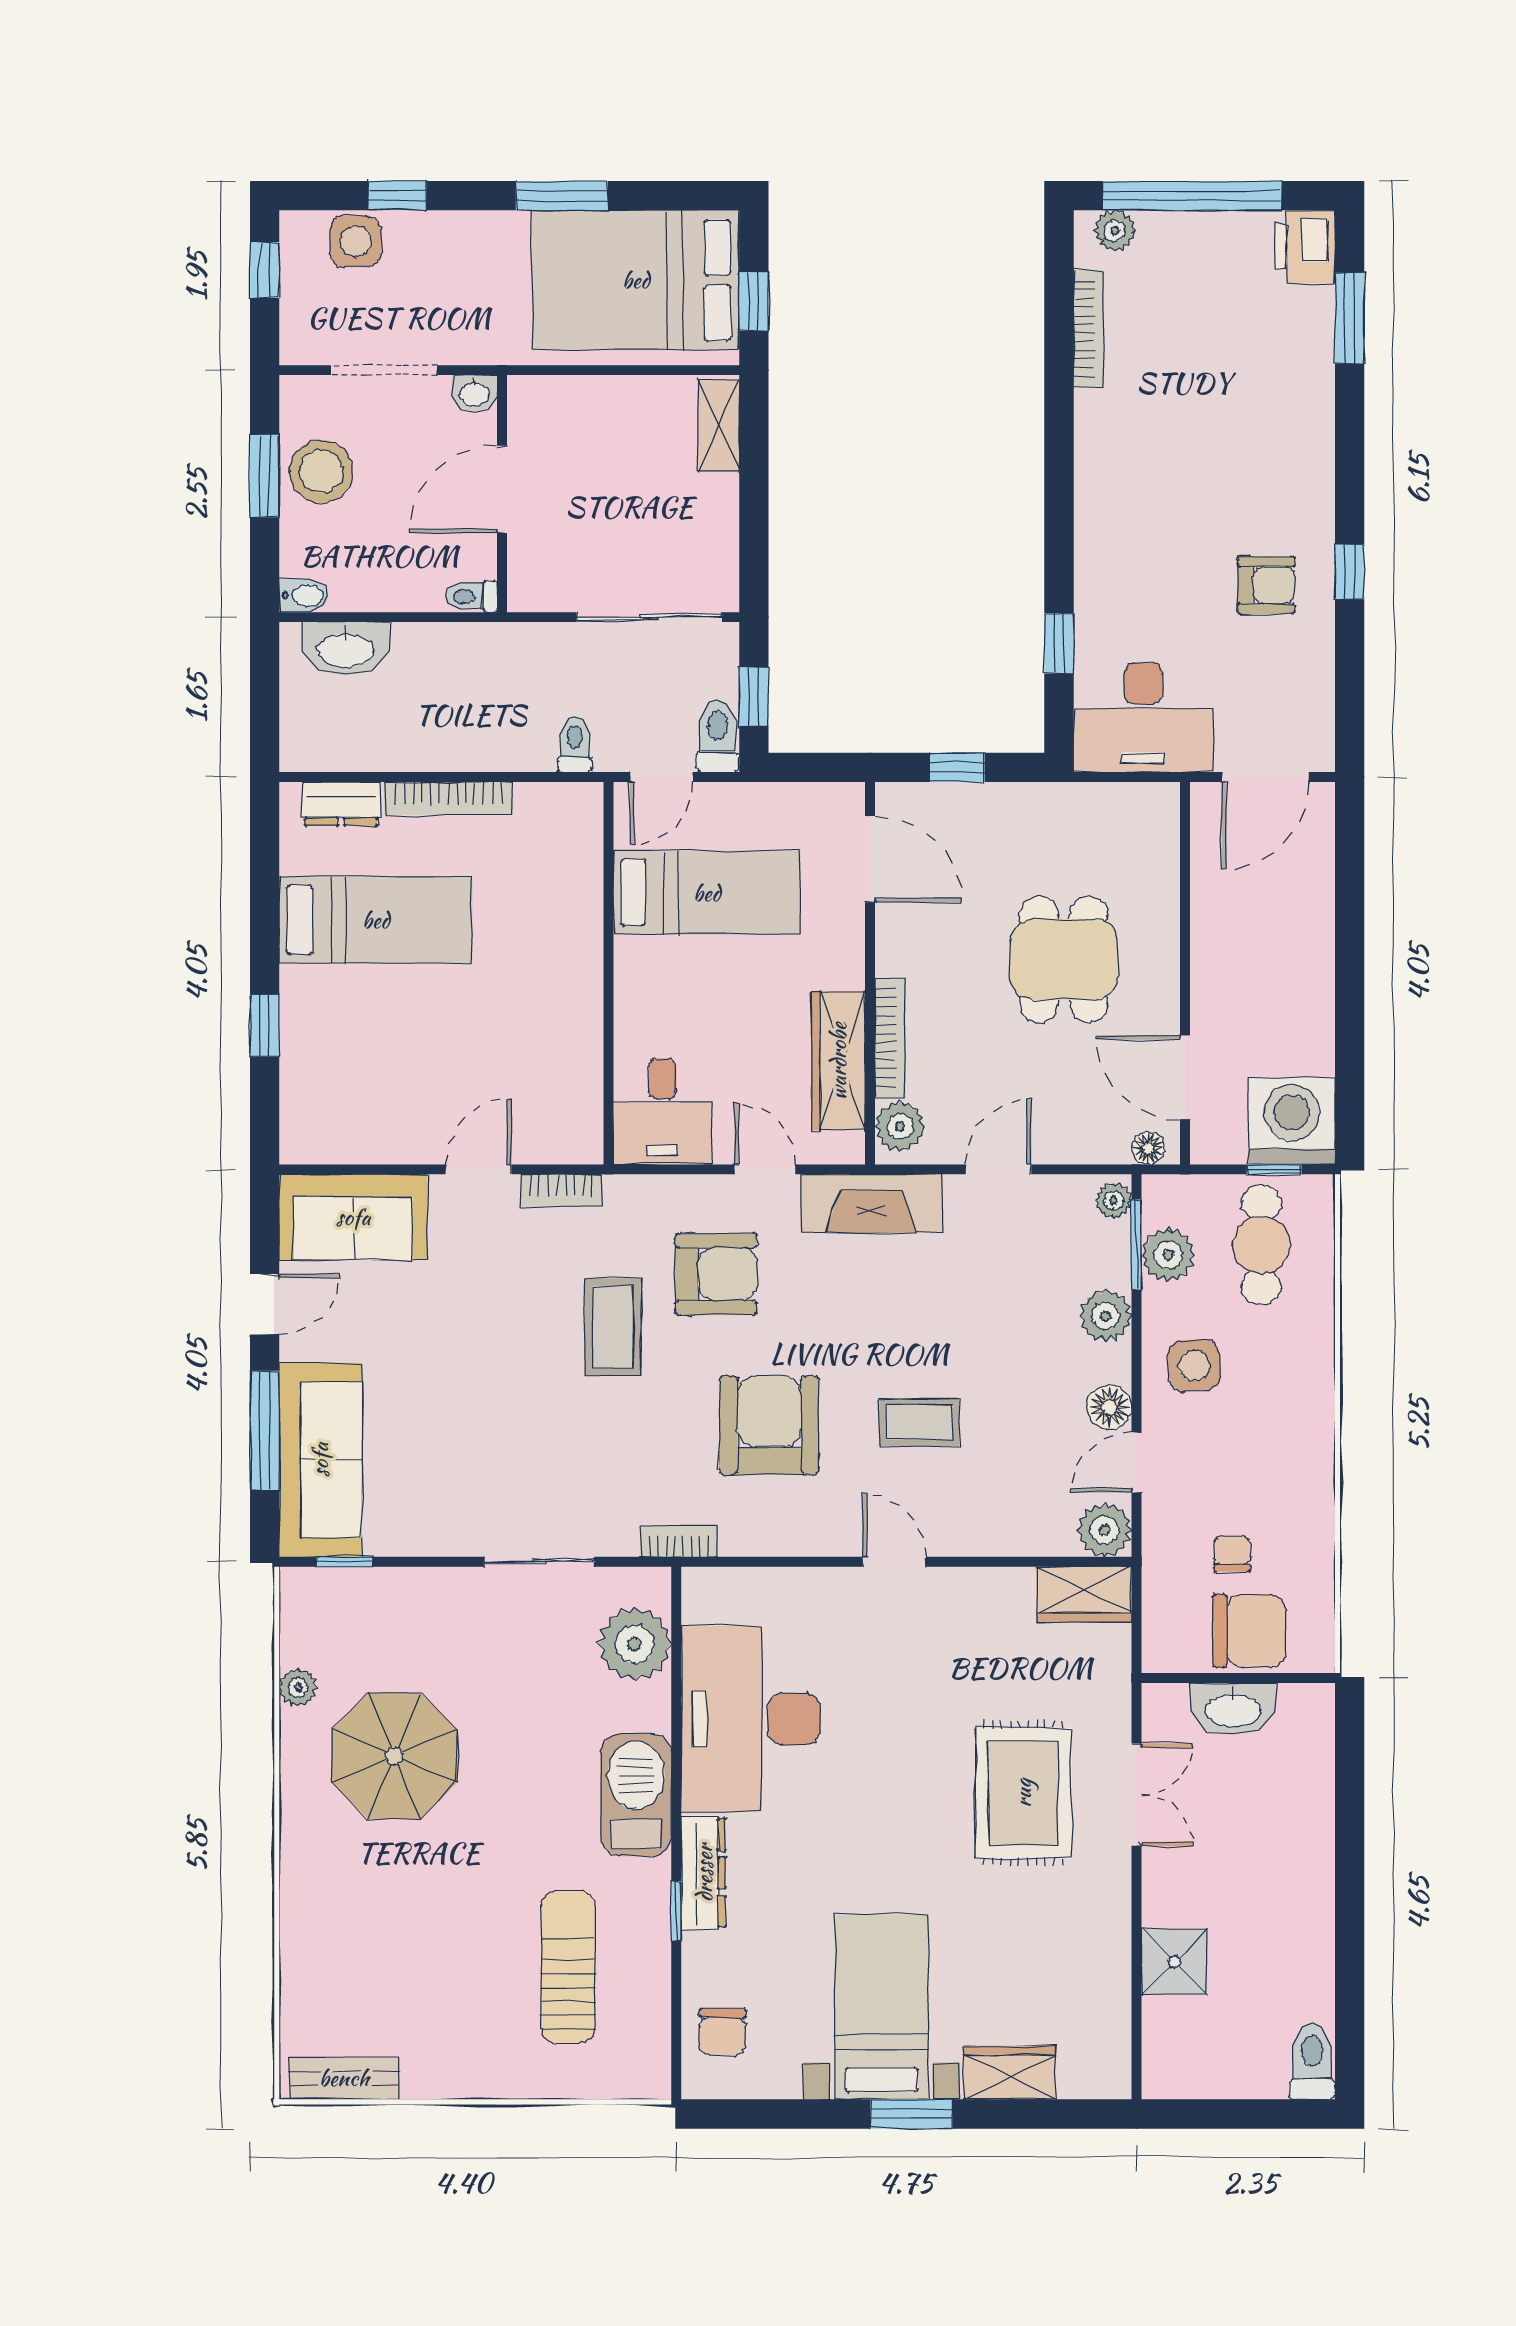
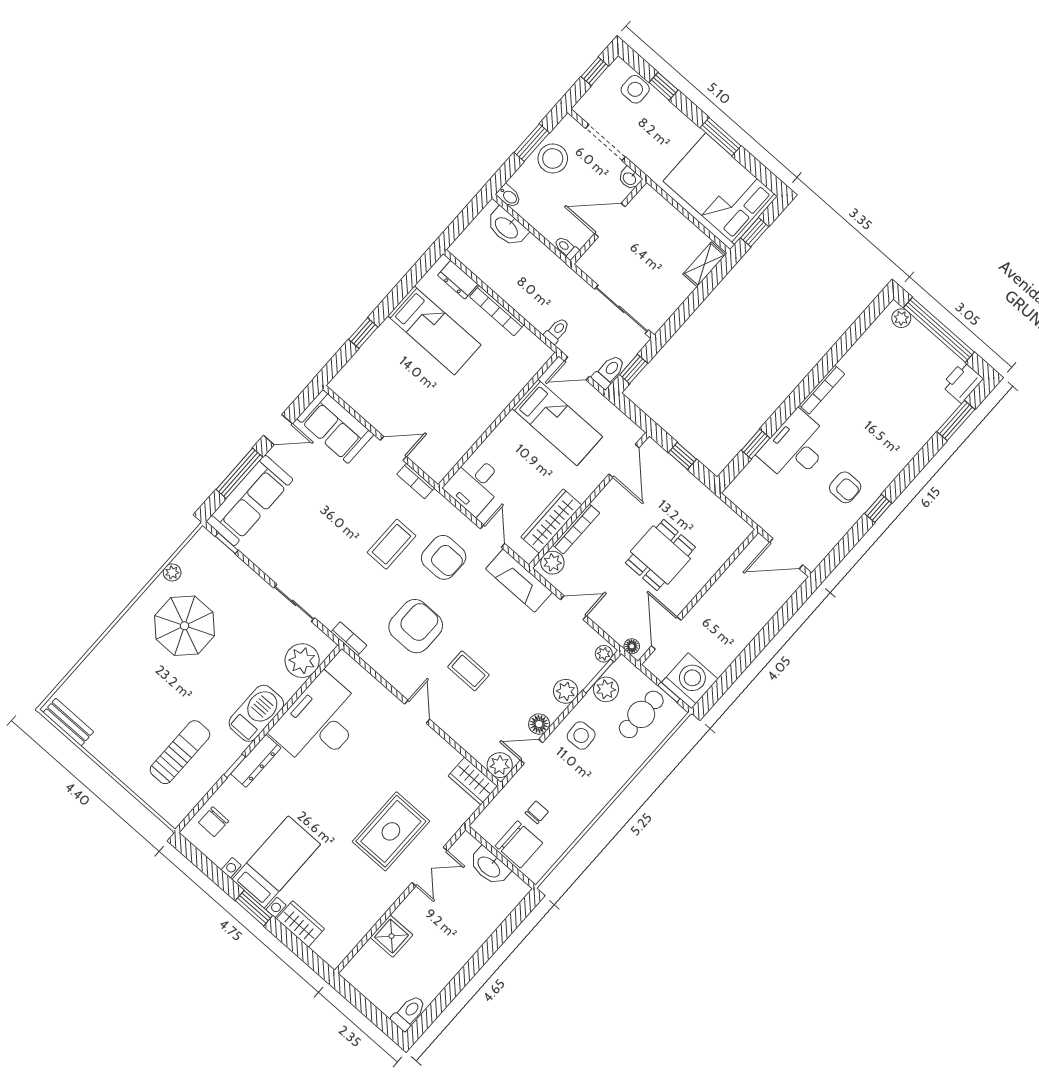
bookcase: (1088, 329) -> (822, 390), moved
desk: (1143, 717) -> (795, 447), moved, turned 90

